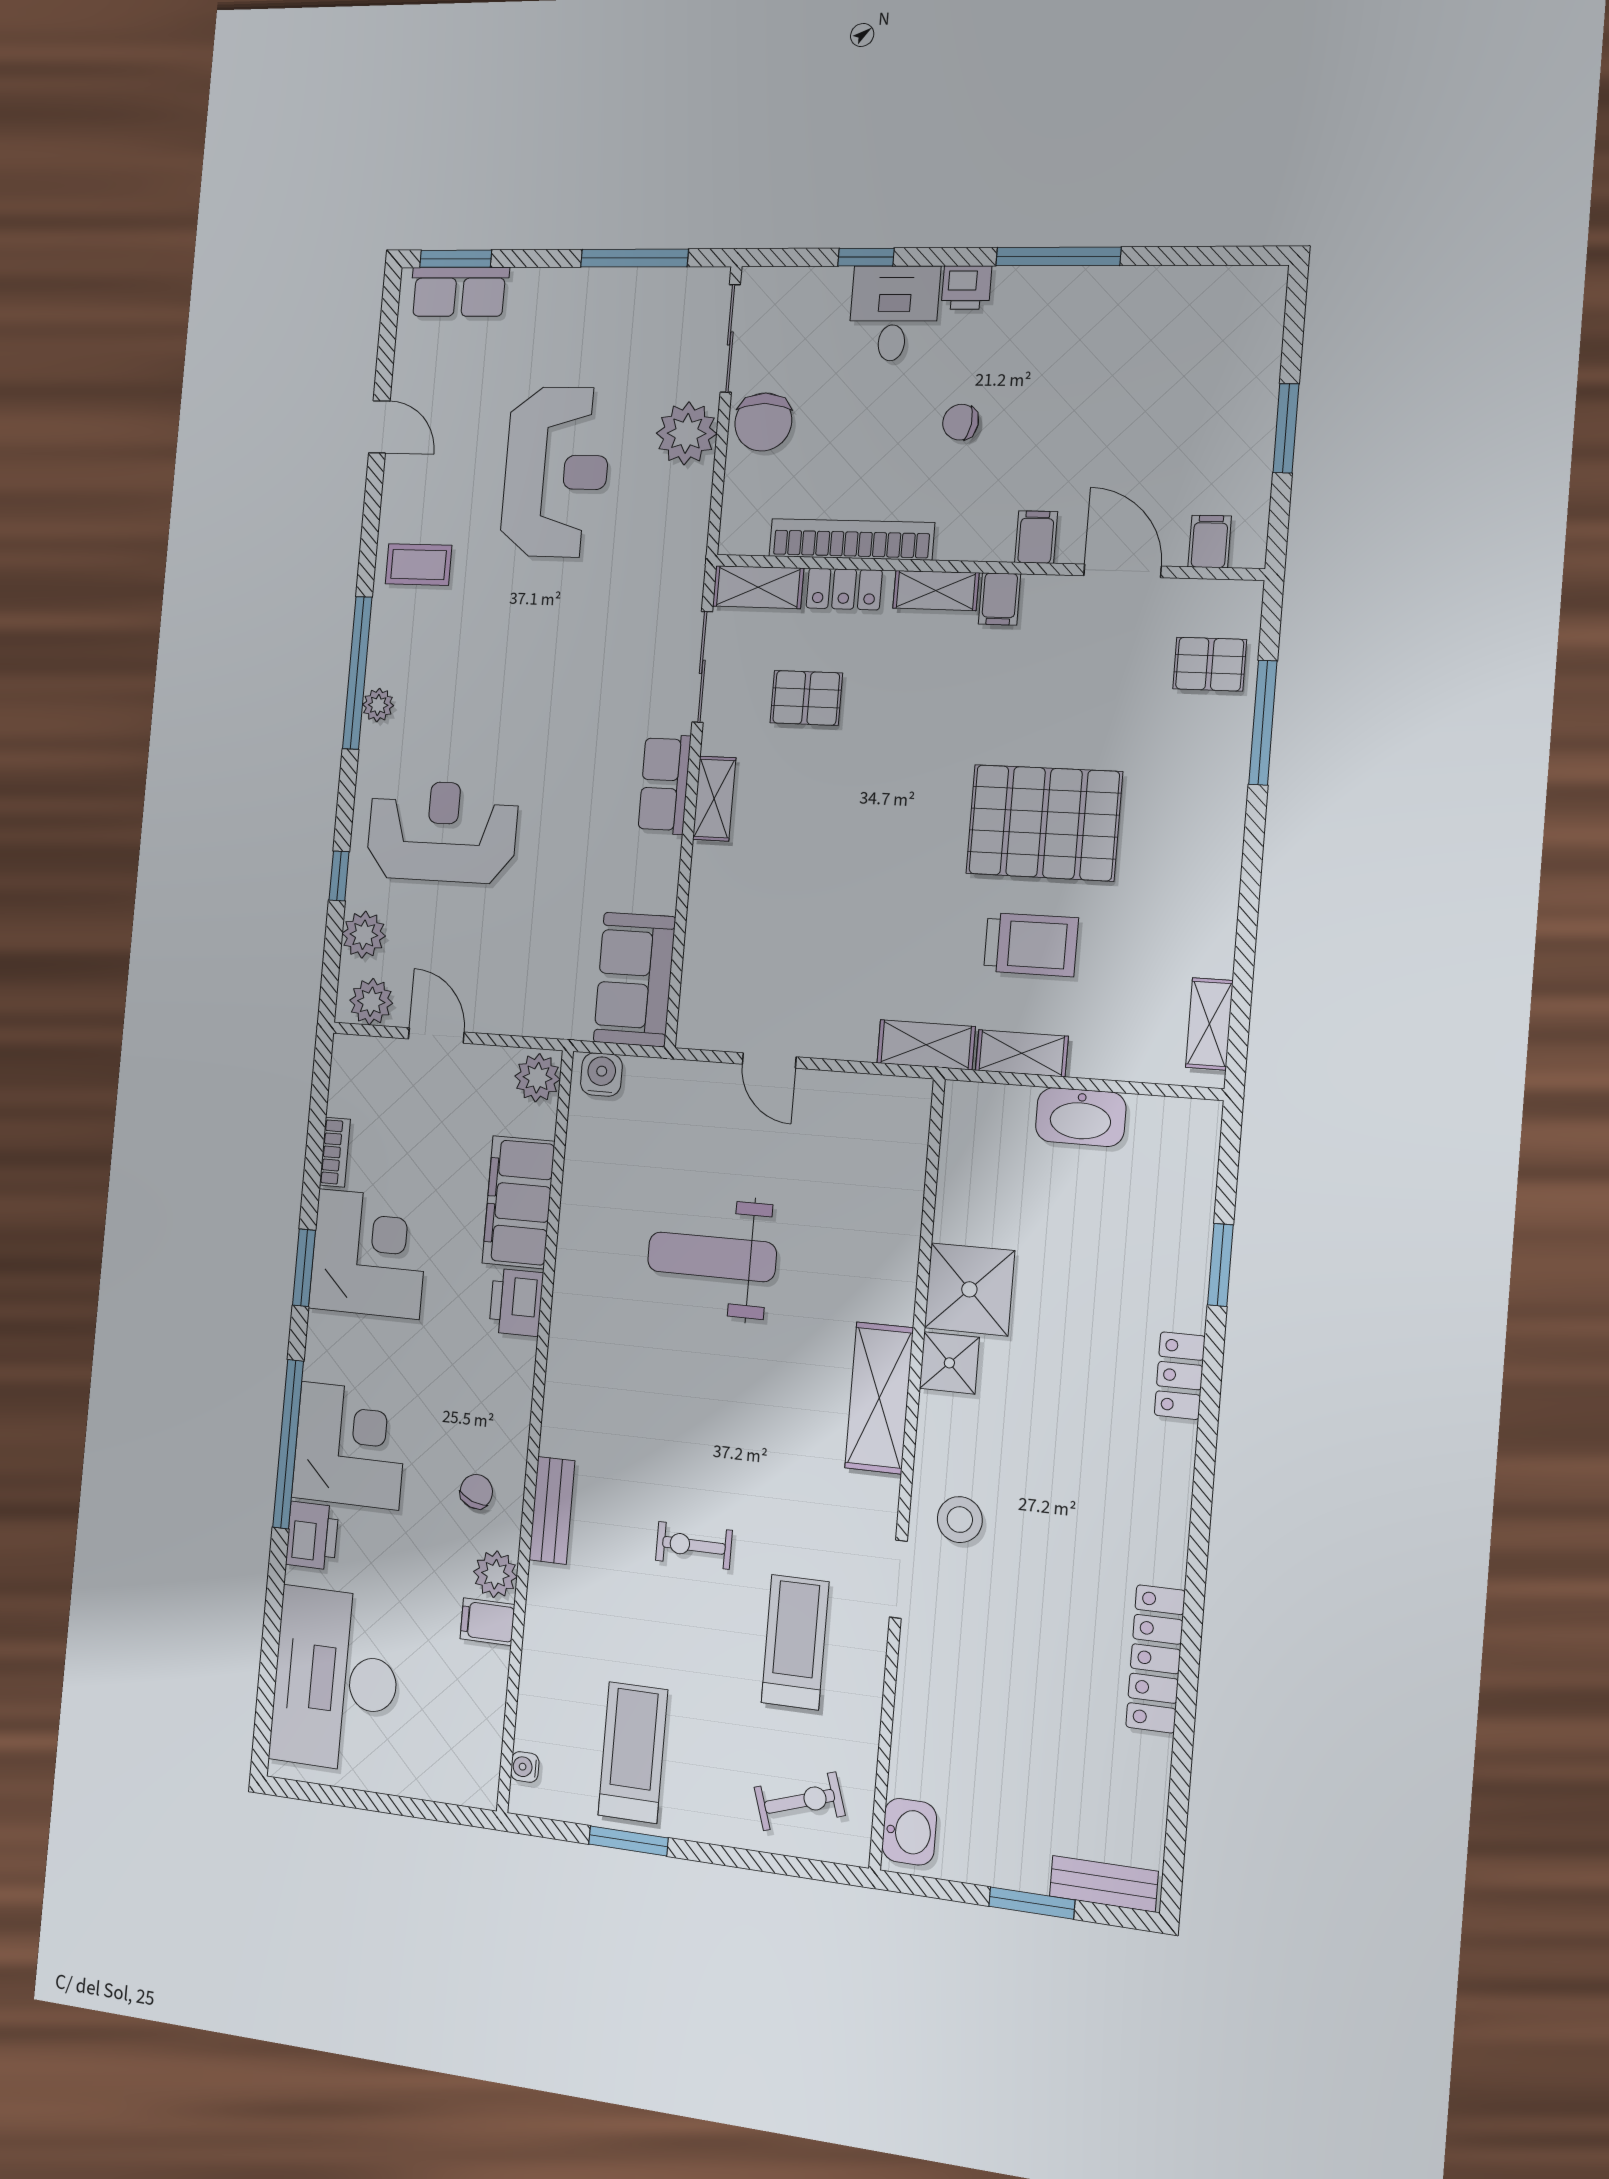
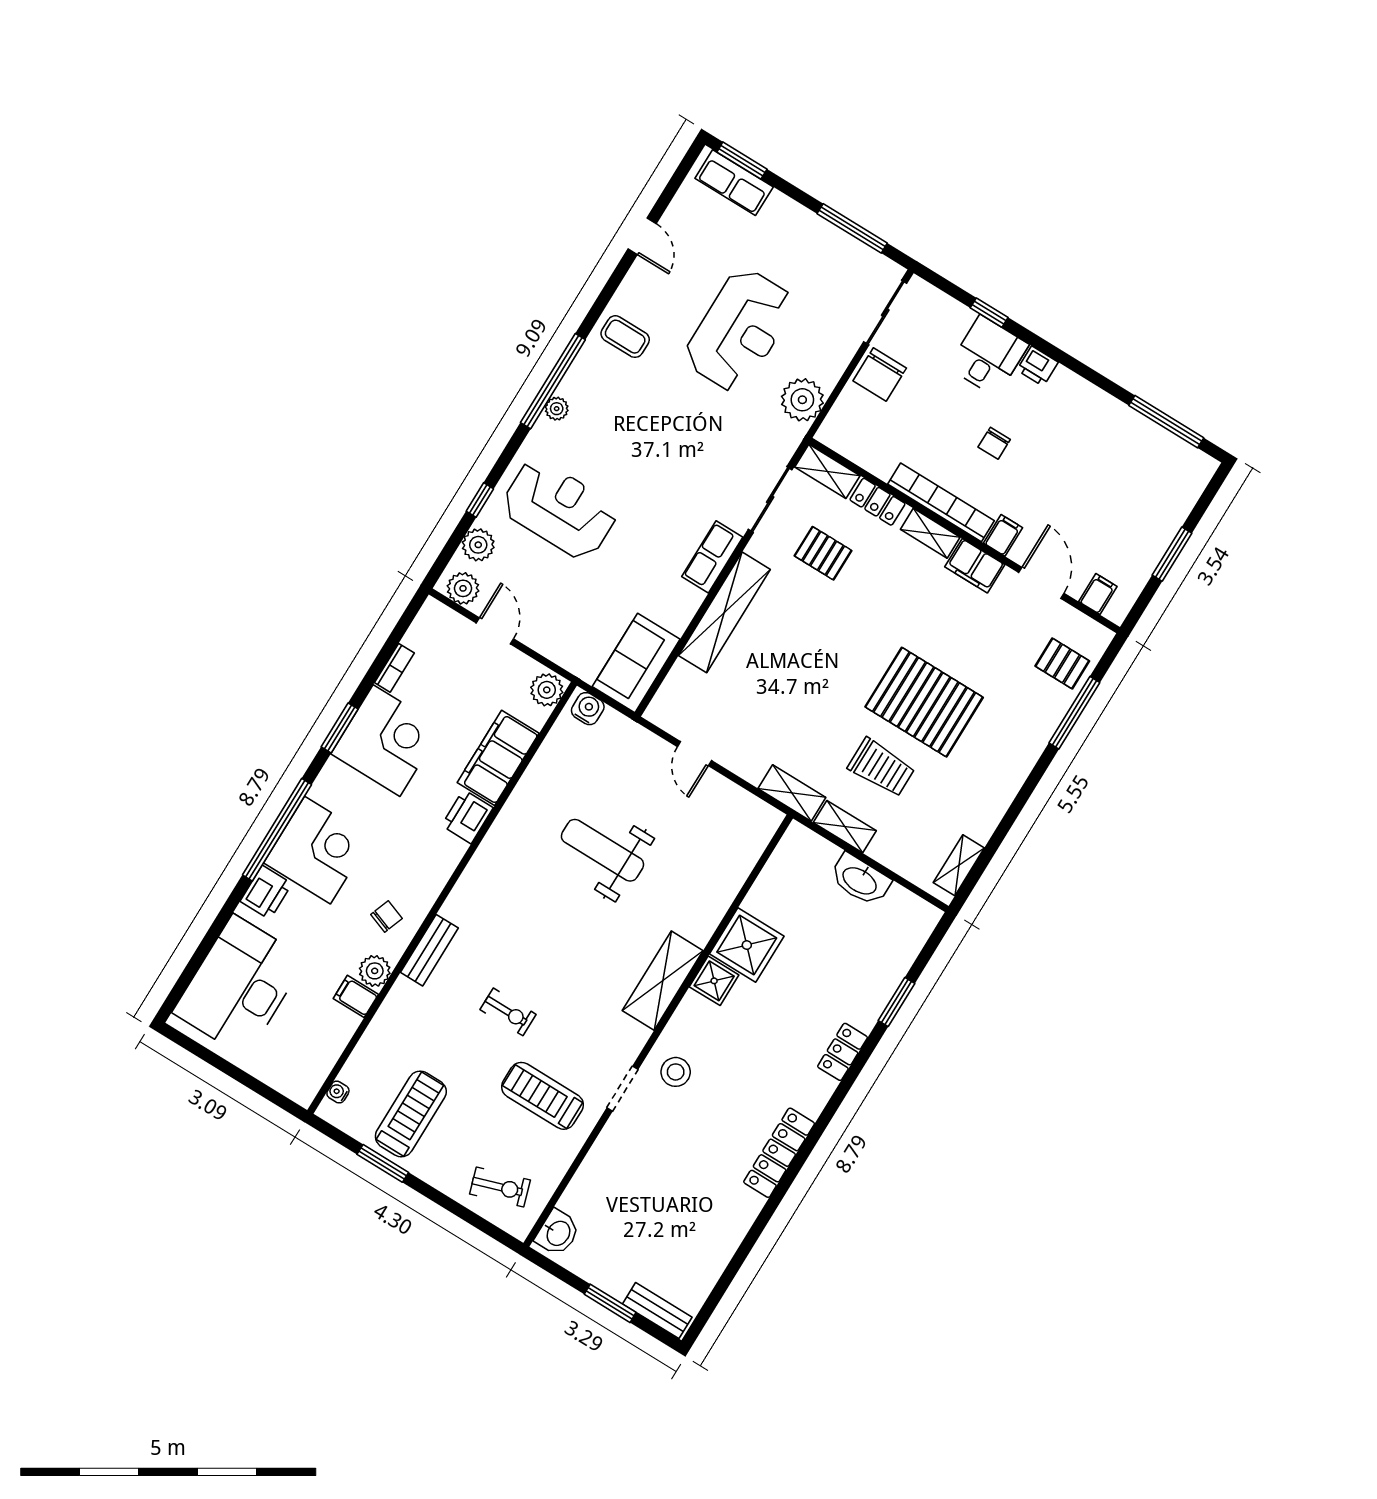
window: (1058, 256) -> (1166, 422), moved
chair: (961, 422) -> (994, 443), turned -98
plant: (687, 433) -> (802, 400), moved
bookcase: (851, 539) -> (941, 502), moved
filing cabinet: (1000, 599) -> (975, 566), width x2.00
shelving: (714, 799) -> (724, 612), width x2.20, depth x1.33
exercise bike: (694, 1545) -> (508, 1012), turned 180
treadmill: (795, 1642) -> (542, 1096), turned -90
locker: (1156, 1659) -> (779, 1153), moved

